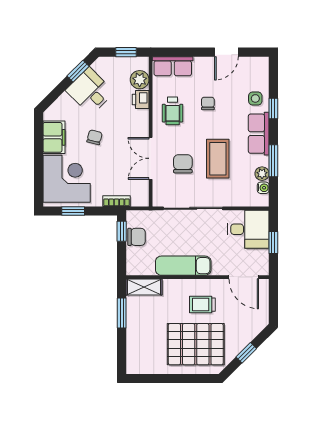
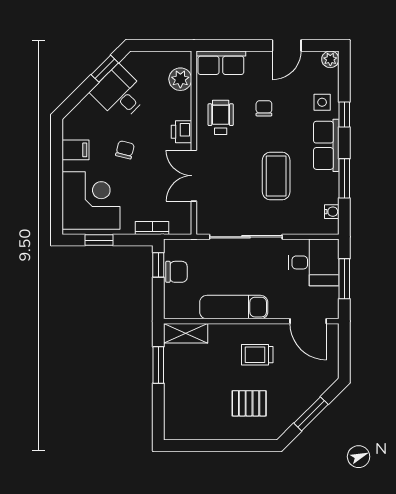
window: (126, 52) -> (164, 45), removed
printer: (141, 99) -> (182, 132), moved
wheelchair: (173, 111) -> (221, 117), turned 180
filing cabinet: (54, 137) -> (75, 150), width x0.50
chair: (183, 164) -> (233, 182), removed
plant: (262, 174) -> (330, 59), moved
window: (273, 243) -> (344, 279), width x1.50
pallet: (196, 344) -> (249, 403), width x0.49, depth x0.50
window: (246, 353) -> (311, 414), width x1.50

